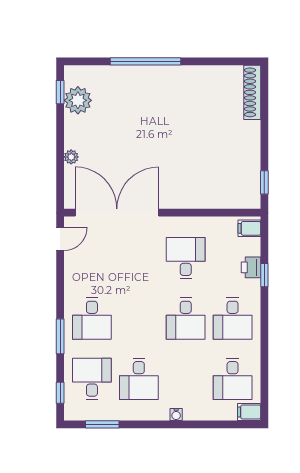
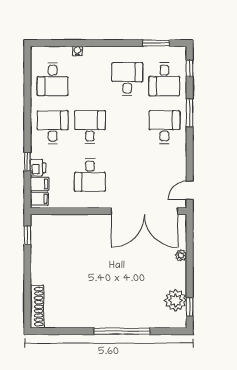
desk: (233, 379) -> (53, 79), turned 180
filing cabinet: (249, 412) -> (40, 184), moved
water cooler: (176, 414) -> (77, 51), moved

